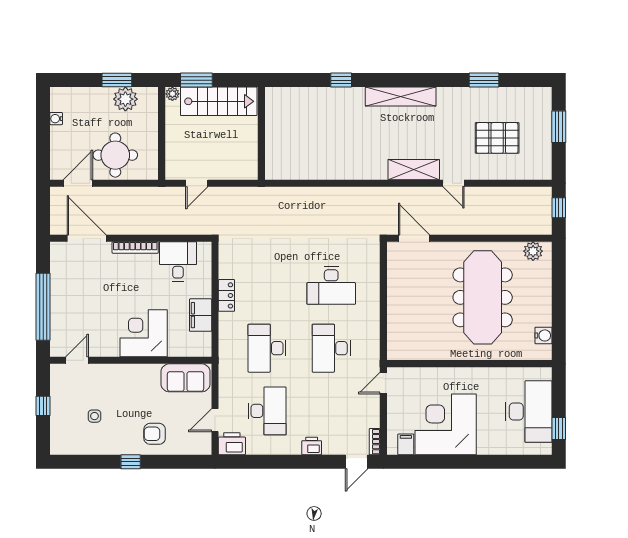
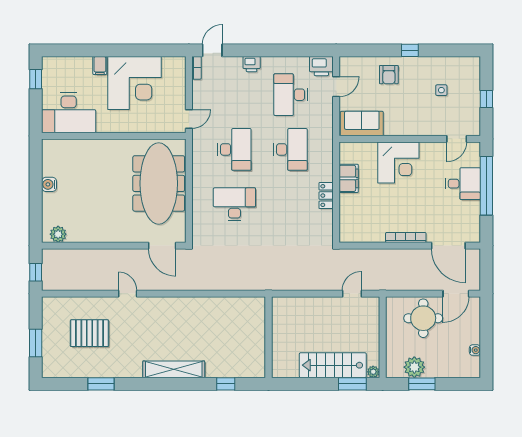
wall: (261, 133) -> (268, 337), moved
shelving: (414, 170) -> (162, 306), removed
desk: (178, 261) -> (463, 184), moved, turned -90
meeting table: (483, 297) -> (159, 183), moved
water cooler: (543, 335) -> (49, 184), moved
desk: (529, 412) -> (69, 113), moved, turned -90
armchair: (155, 434) -> (389, 75), turned 90
filing cabinet: (406, 444) -> (100, 65), moved

